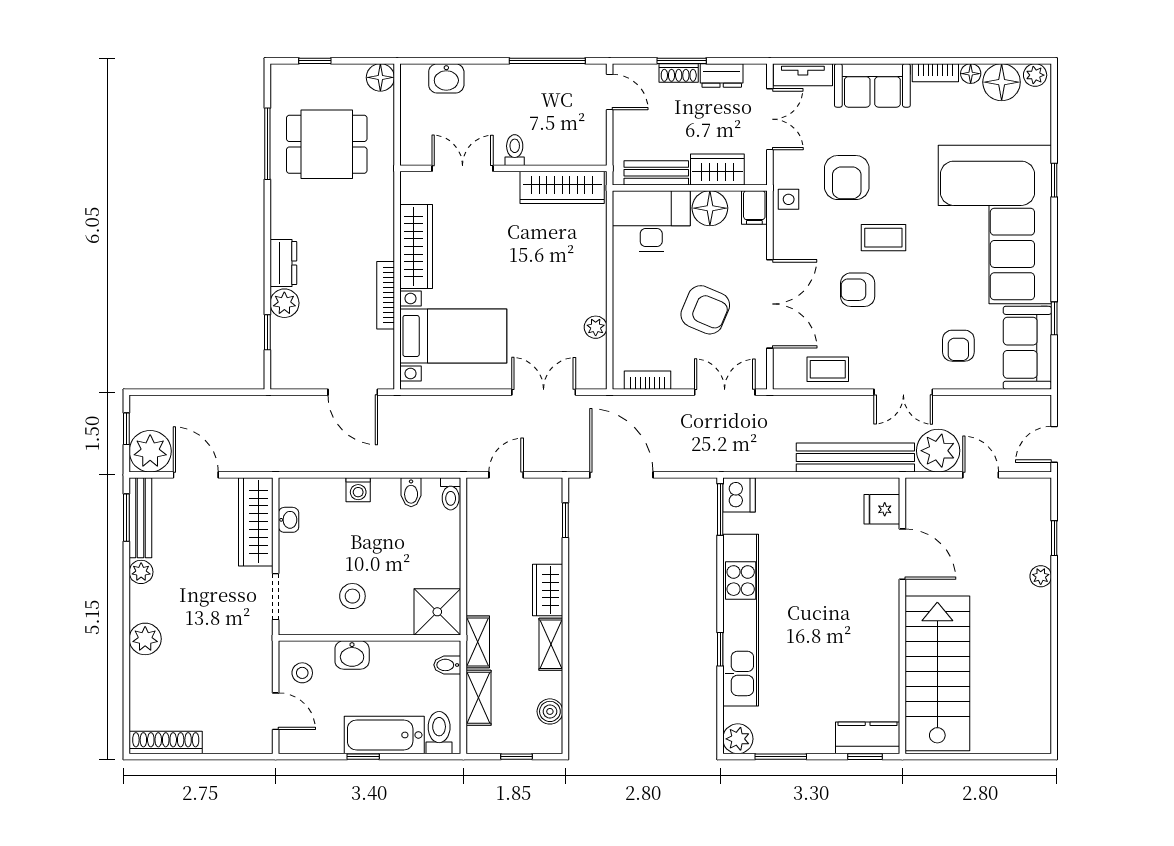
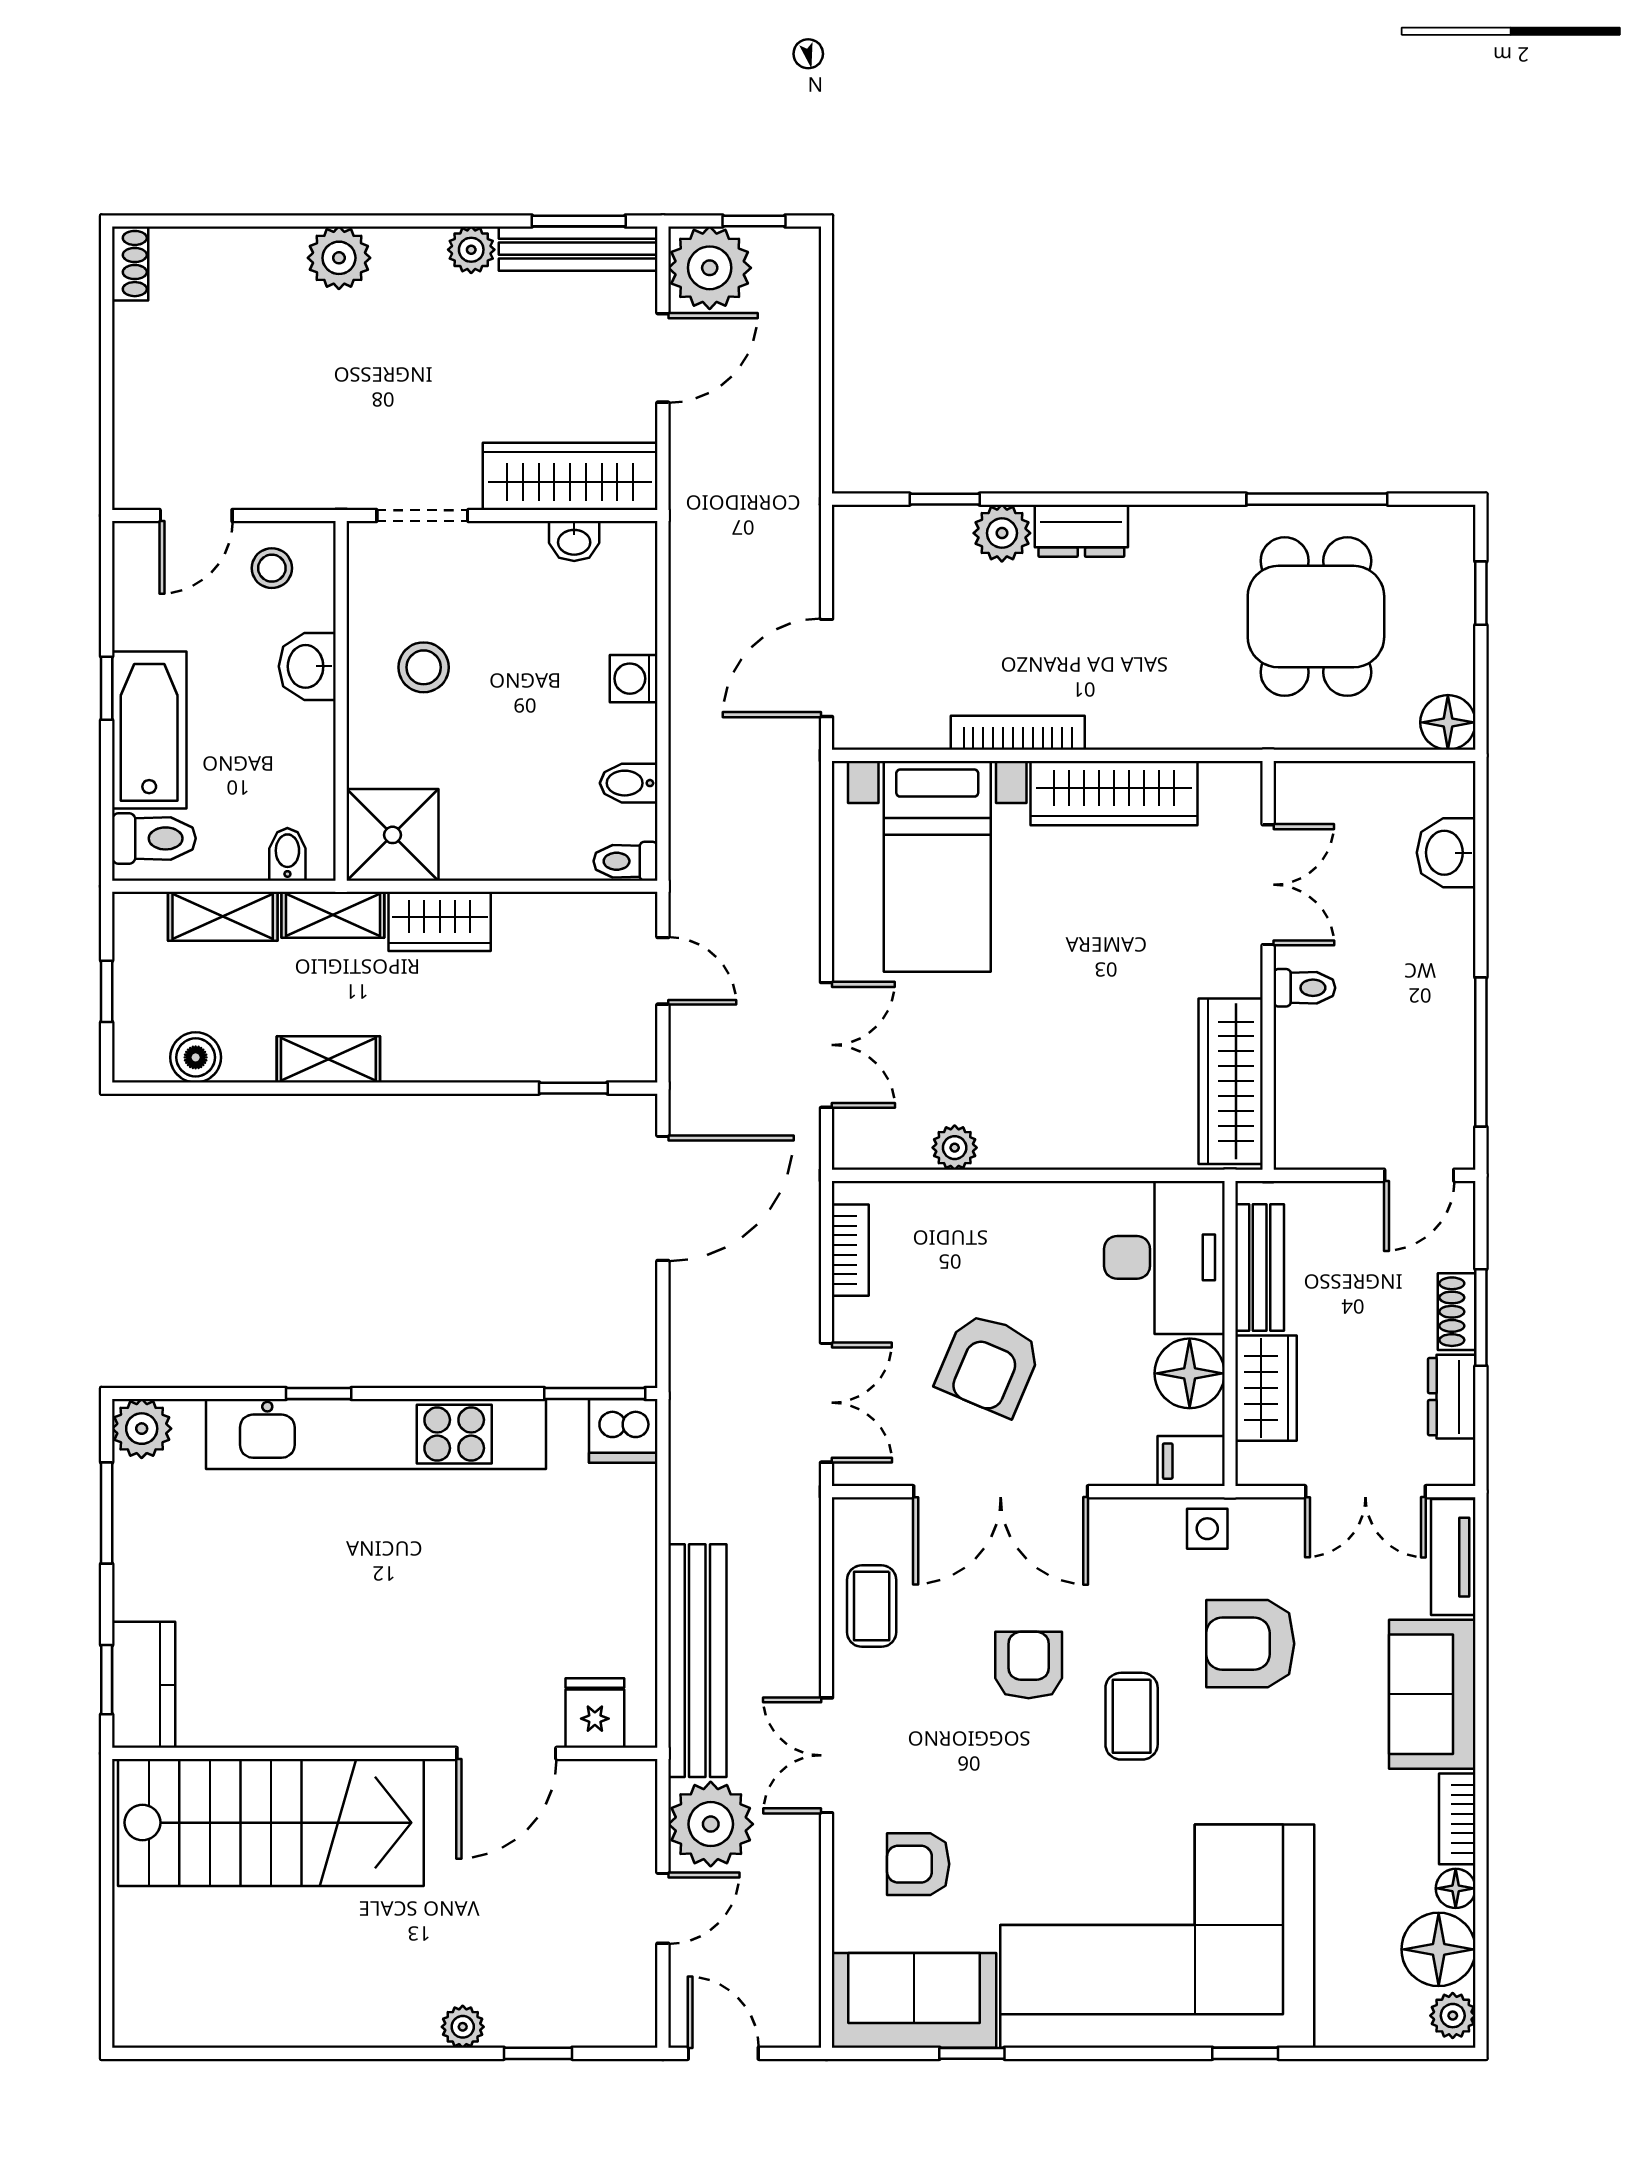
wardrobe: (548, 590) -> (440, 921), moved, turned 180
shoe rack: (166, 743) -> (130, 264), width x0.51, depth x0.81

